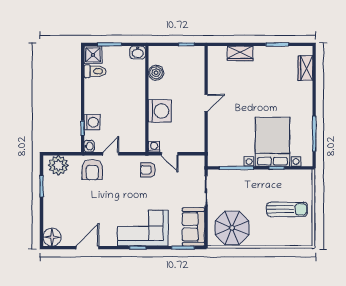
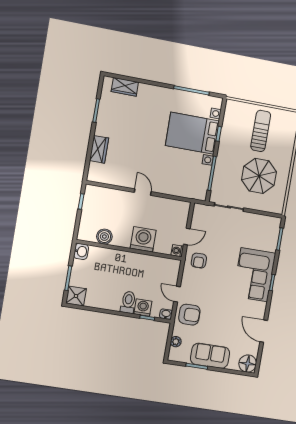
toilet: (95, 71) -> (128, 302), moved
plant: (58, 165) -> (176, 342), width x0.53, depth x0.53
sofa: (193, 227) -> (210, 356), moved, turned 180
parasol: (232, 228) -> (259, 176), moved

